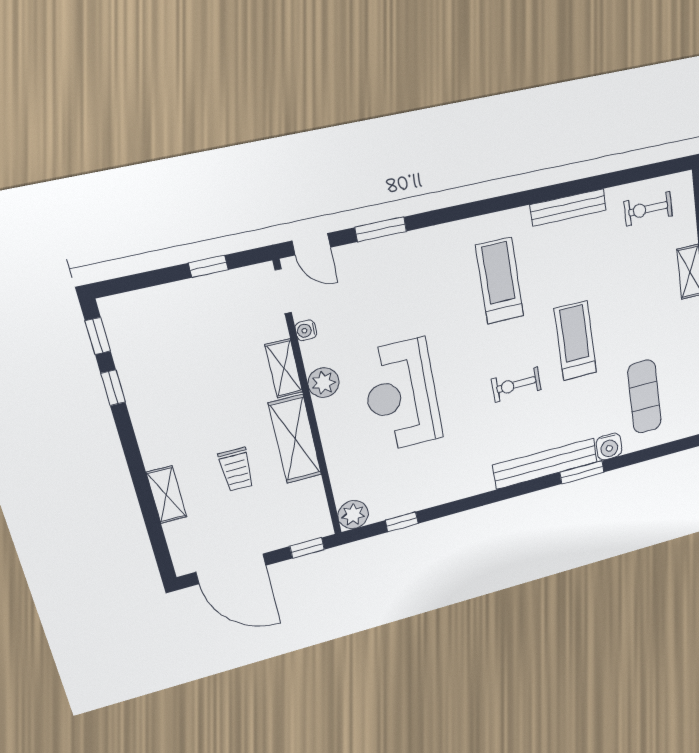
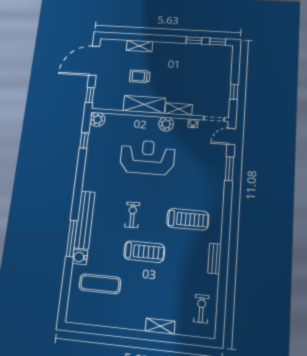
bench: (568, 208) -> (214, 258), width x0.73
window: (582, 472) -> (72, 239), width x1.44

